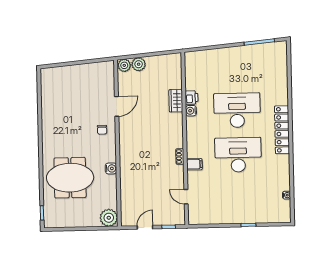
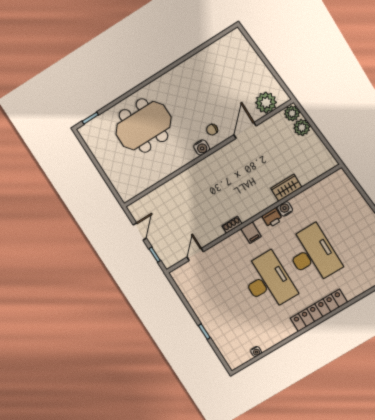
printer: (192, 98) -> (272, 218), moved
door: (117, 106) -> (245, 130), swing flipped
filing cabinet: (194, 164) -> (251, 233), moved
water cooler: (111, 168) -> (202, 147), moved
meeting table: (70, 178) -> (144, 126), turned 90
plant: (109, 218) -> (266, 103), moved
door: (145, 227) -> (140, 231), hinge flipped

